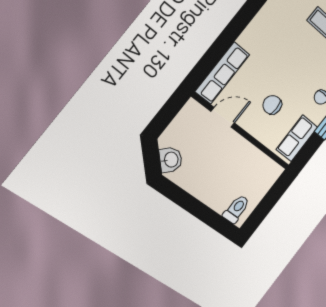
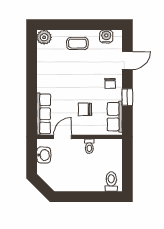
toilet: (244, 151) -> (89, 146), added
washbasin: (171, 160) -> (44, 155), moved, turned 45

